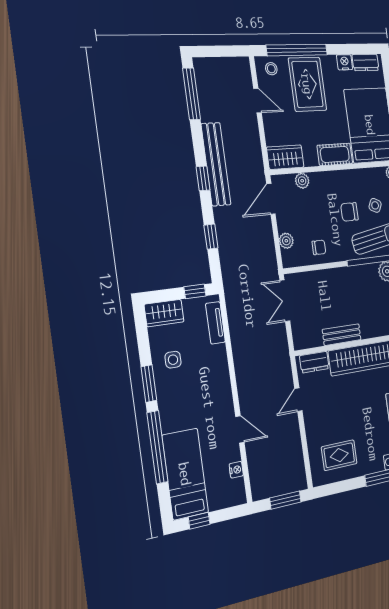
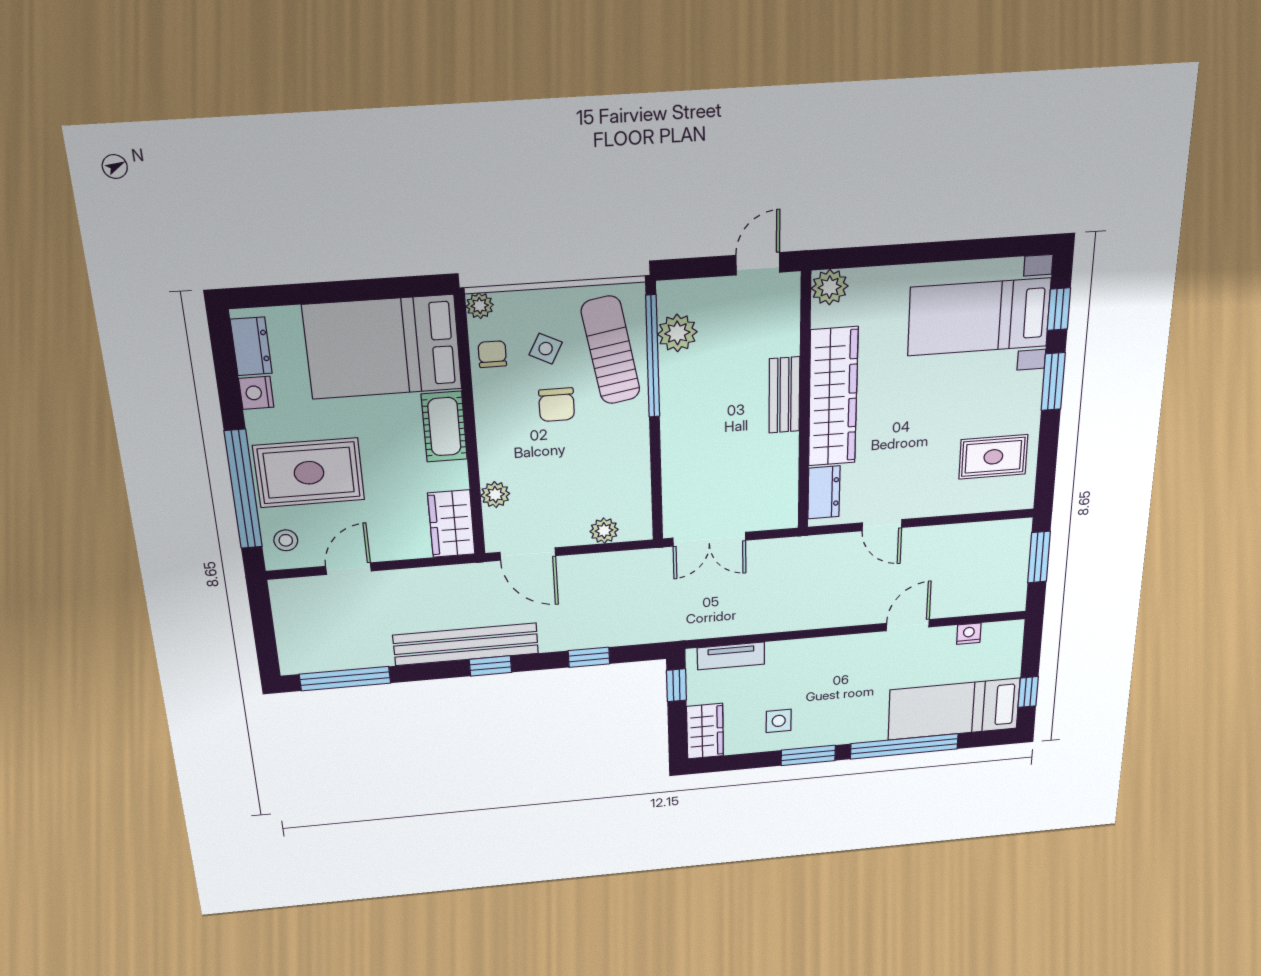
chair: (319, 247) -> (492, 354), moved
bench: (342, 335) -> (784, 395), moved
rug: (339, 455) -> (993, 457), turned 90

